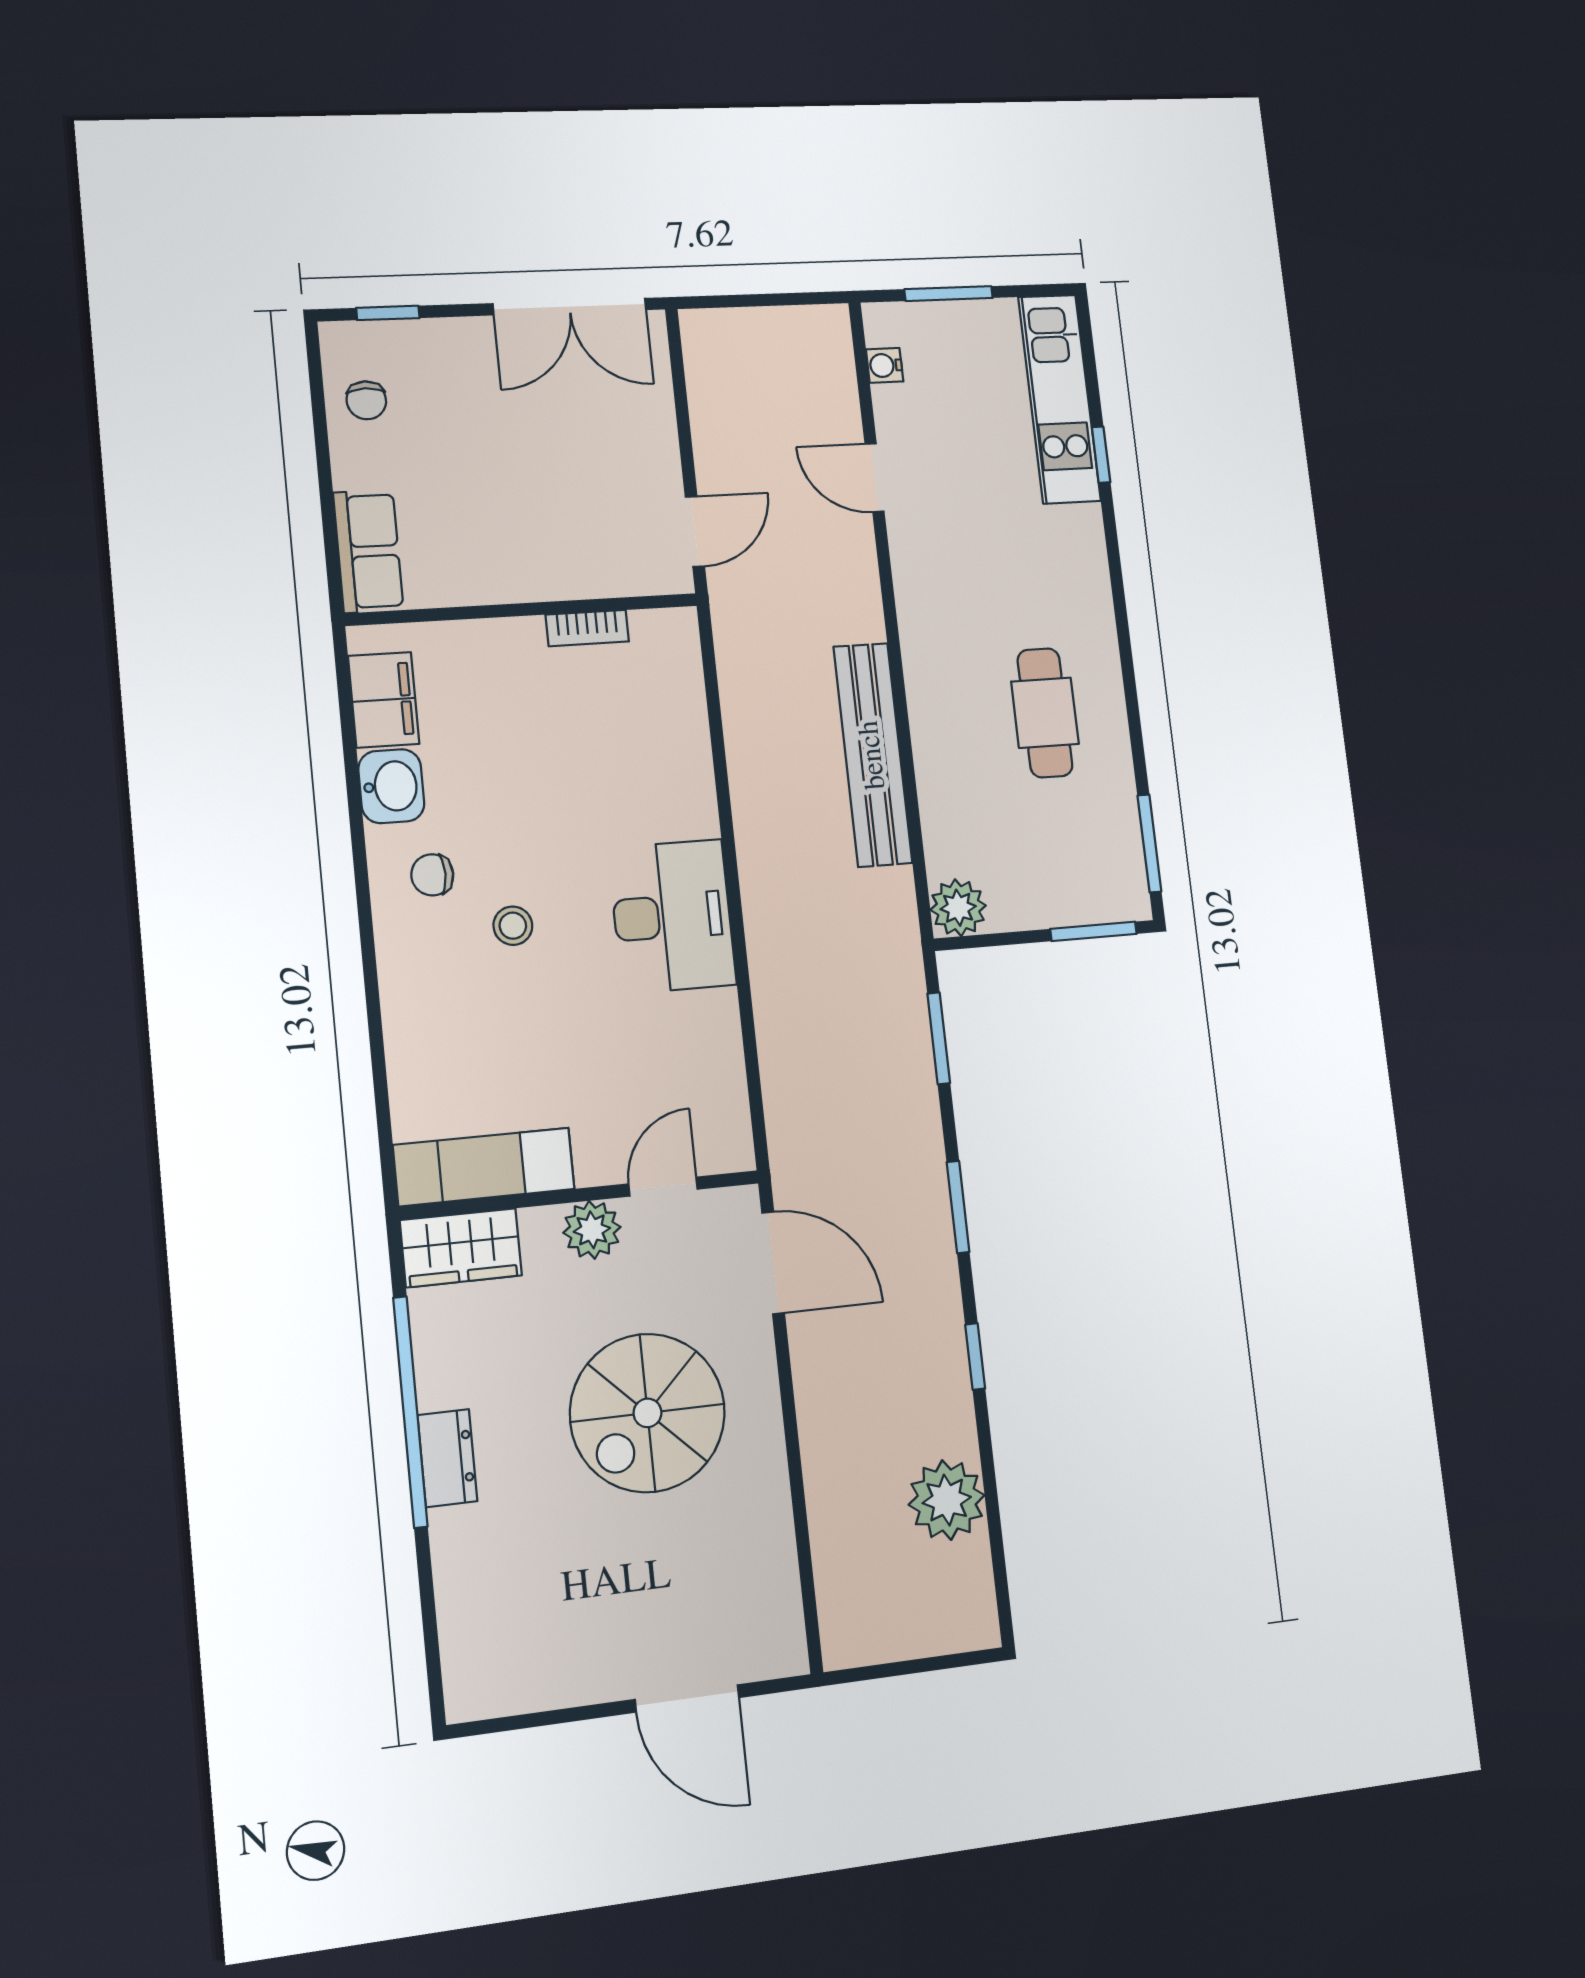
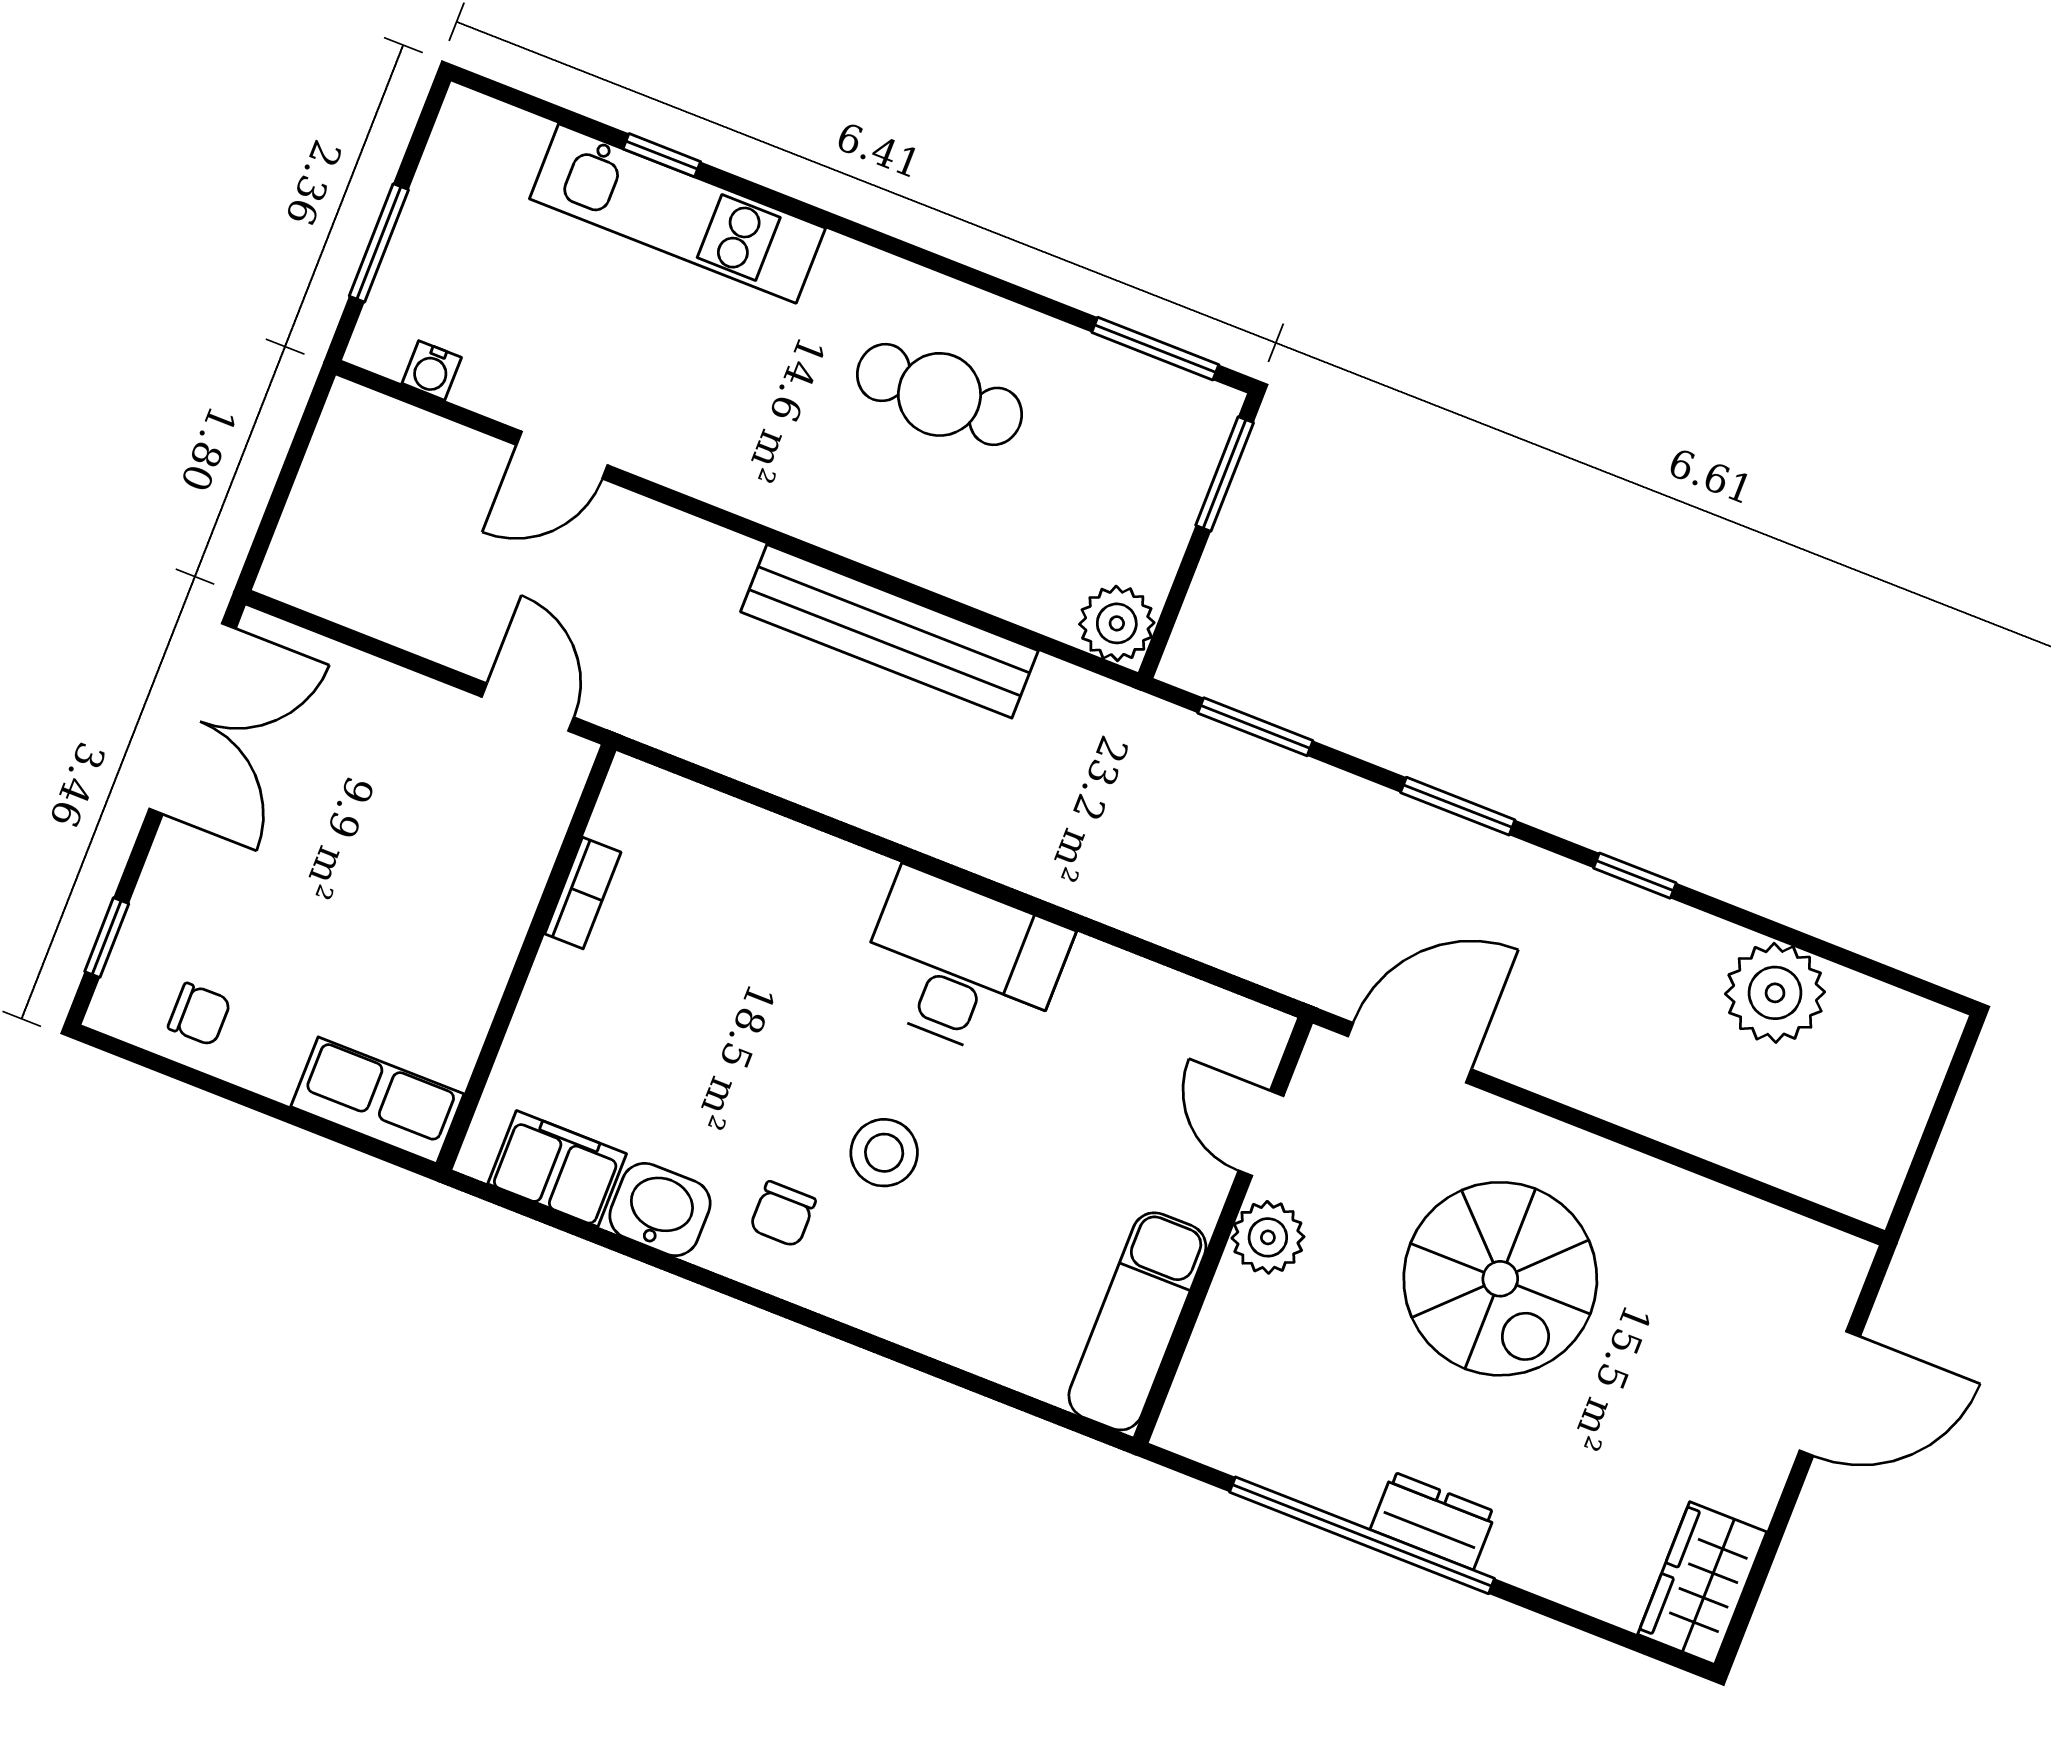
kitchen unit: (1059, 399) -> (677, 213), moved
stool: (513, 926) -> (884, 1153), width x1.37, depth x1.37
wardrobe: (461, 1248) -> (1702, 1583), moved, turned 180

